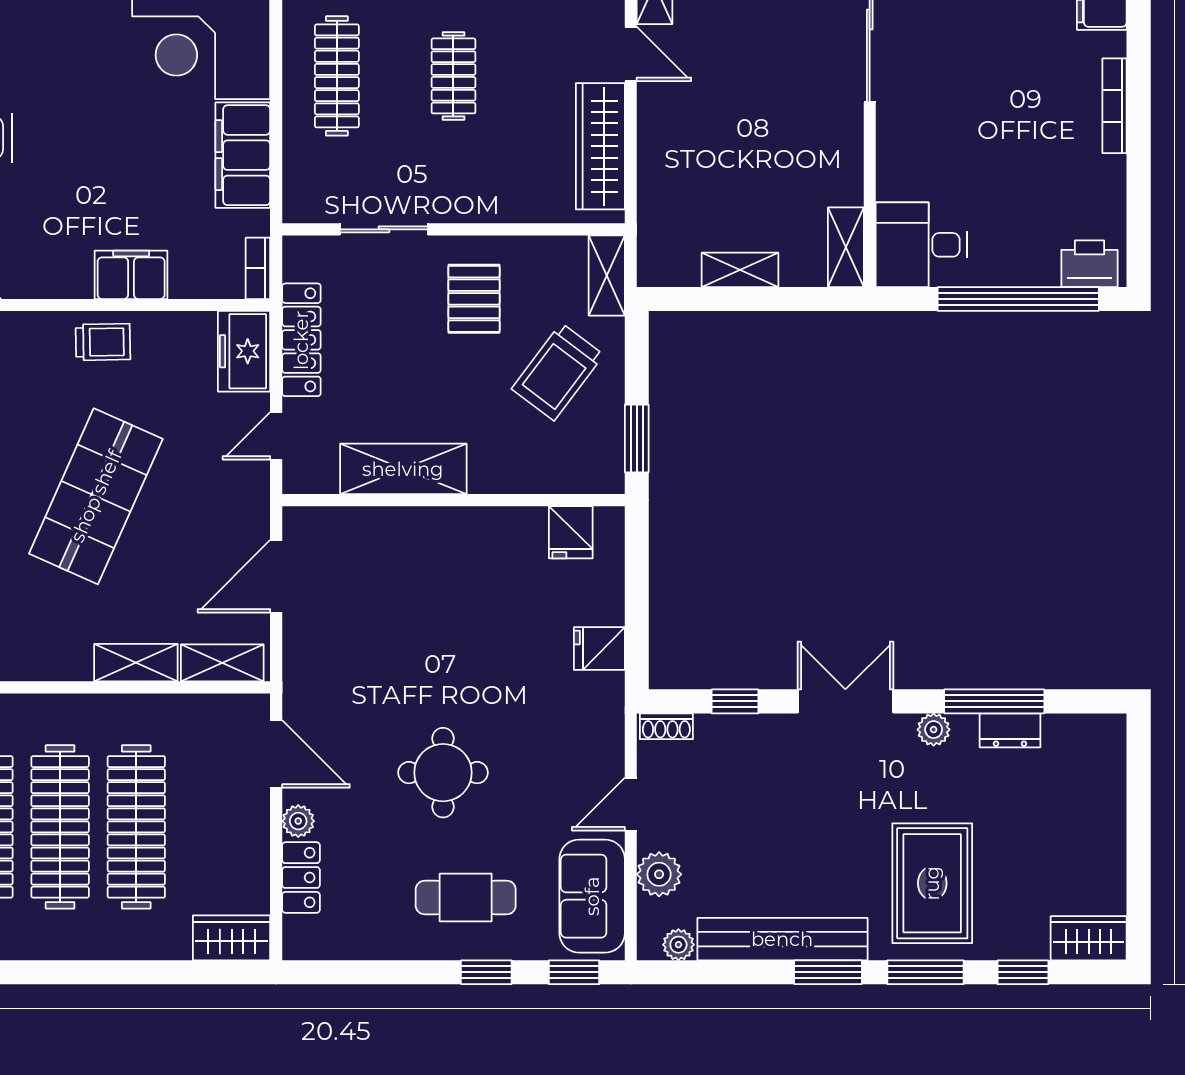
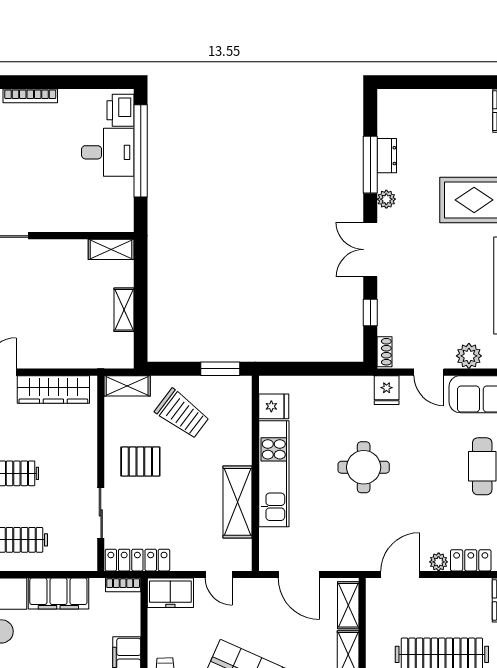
desk: (921, 245) -> (108, 152), moved, turned -90
locker: (301, 340) -> (137, 560), moved
kitchen unit: (453, 532) -> (274, 474), added
fridge: (599, 649) -> (387, 390), moved
round table: (443, 773) -> (364, 467), moved

